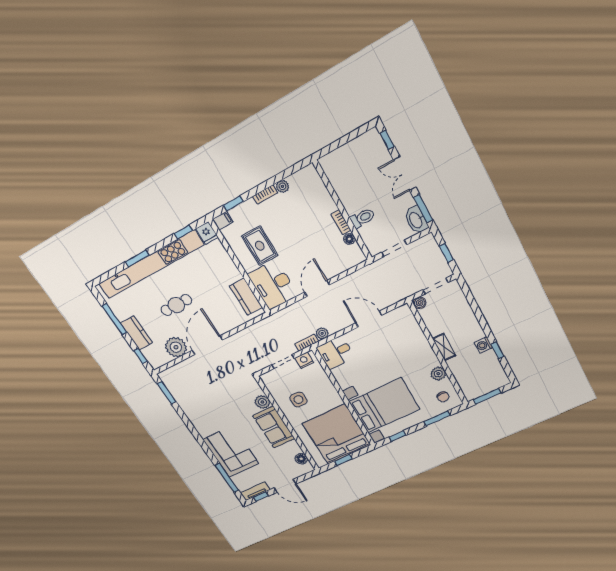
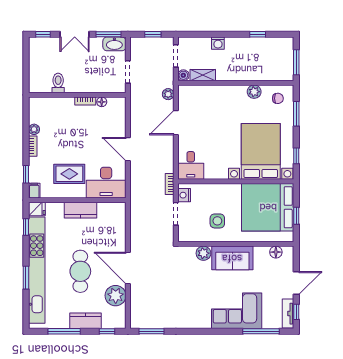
toilet: (363, 218) -> (58, 83), moved
kitchen counter: (246, 297) -> (80, 210), moved
cafe table: (176, 305) -> (80, 271), width x1.37, depth x1.35
plant: (322, 333) -> (168, 94), moved
washing machine: (483, 345) -> (218, 43), moved
shelving: (444, 347) -> (203, 75), moved

